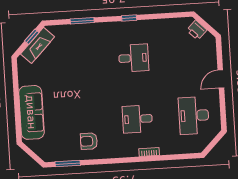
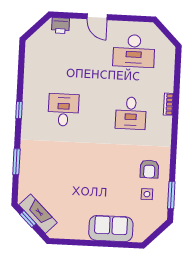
printer: (197, 30) -> (61, 26), moved, turned 45
sofa: (31, 112) -> (111, 229), width x0.73
side table: (66, 142) -> (147, 194), added

